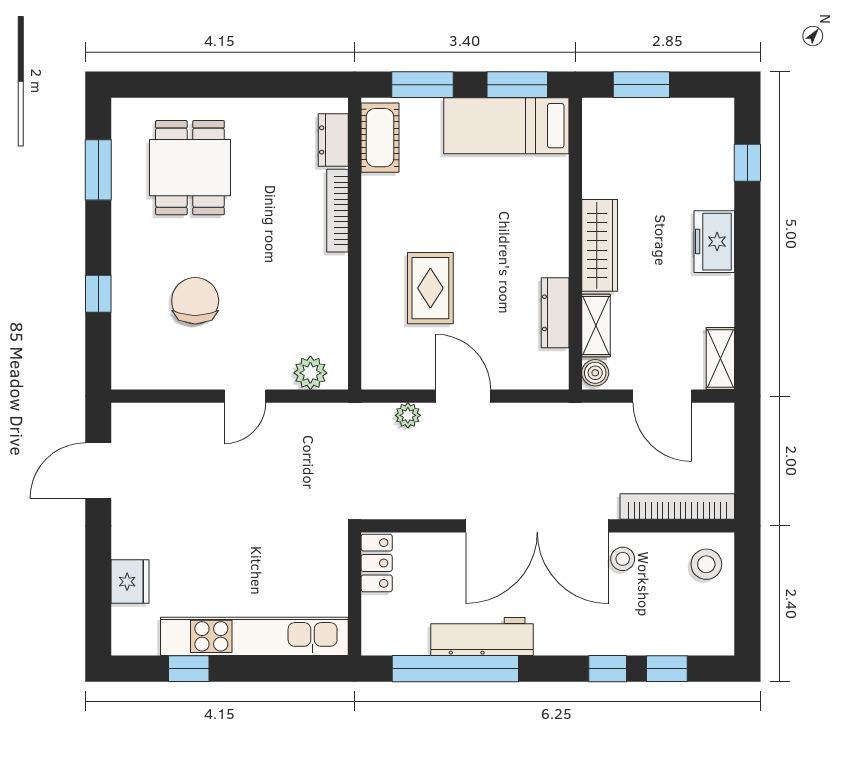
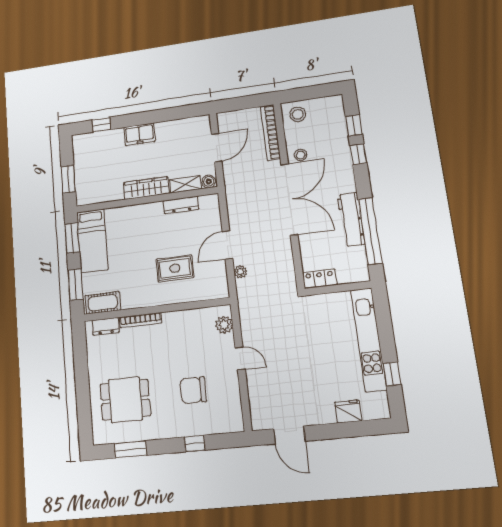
shelving: (720, 359) -> (195, 123), removed

